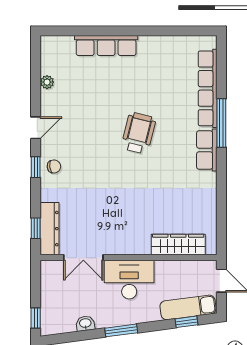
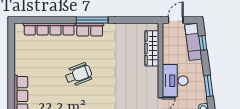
window: (221, 123) -> (92, 20), moved
wheelchair: (138, 133) -> (79, 75), turned 145

